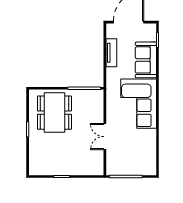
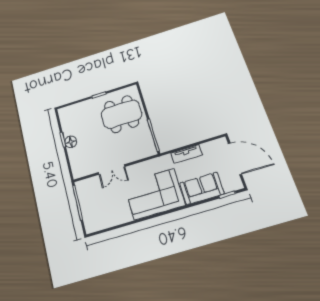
tv unit: (111, 53) -> (187, 154), moved
double door: (105, 137) -> (112, 169), swing flipped
floor lamp: (66, 169) -> (71, 142), added

